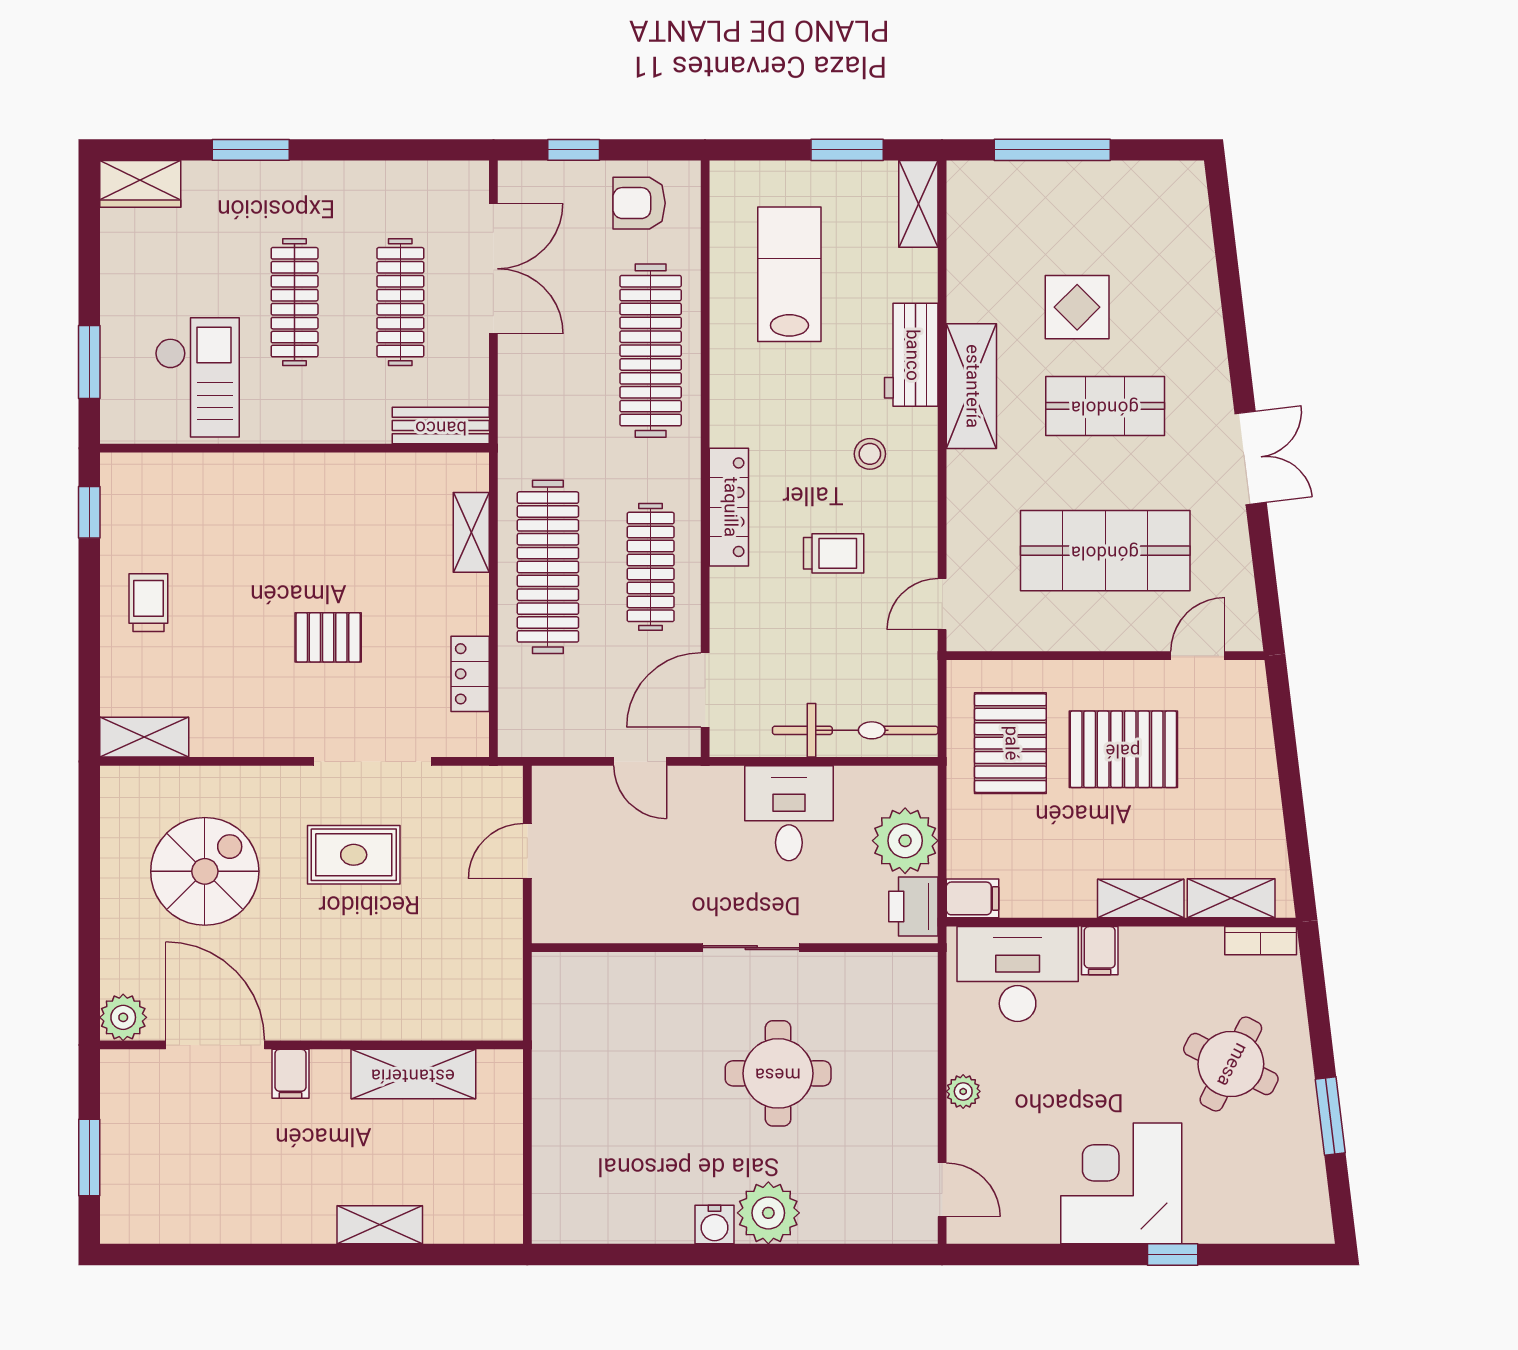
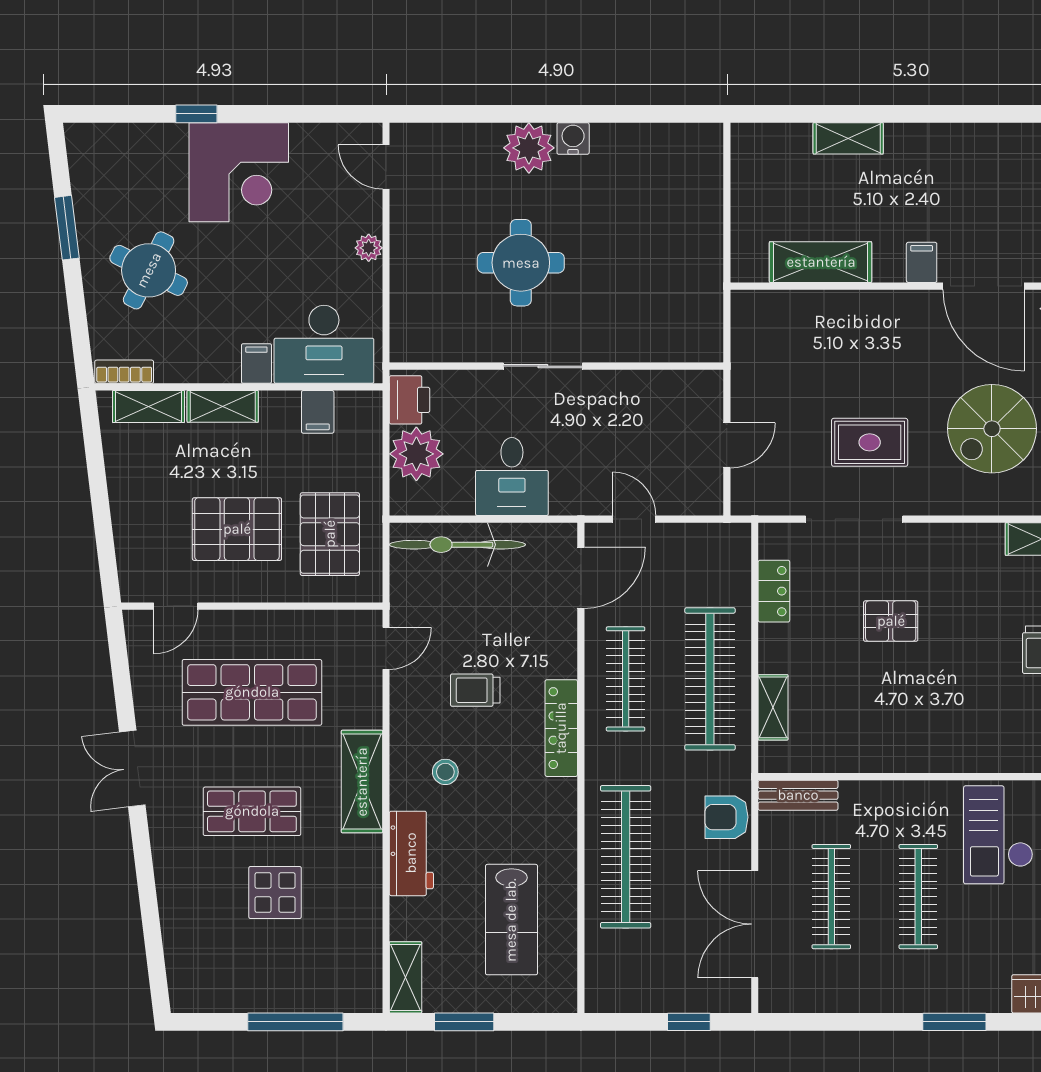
armchair: (639, 203) -> (727, 817), moved, turned 180
shelving: (971, 386) -> (362, 782), moved
filing cabinet: (972, 898) -> (318, 412), moved, turned -90

